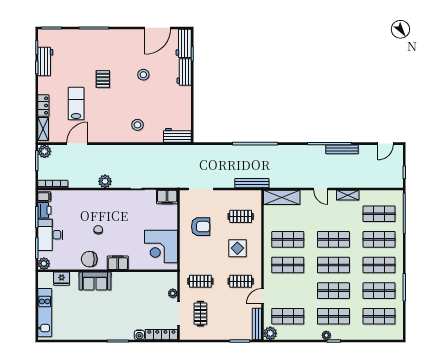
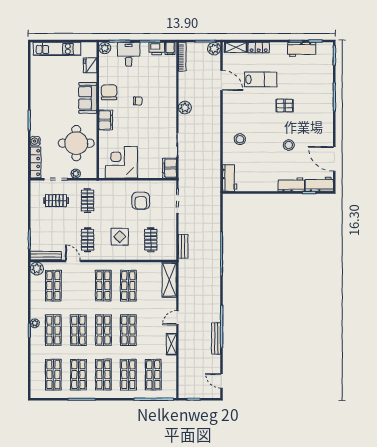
bench: (252, 183) -> (183, 246), width x0.73
desk: (50, 235) -> (129, 54), width x0.73
round table: (141, 293) -> (76, 143), added

